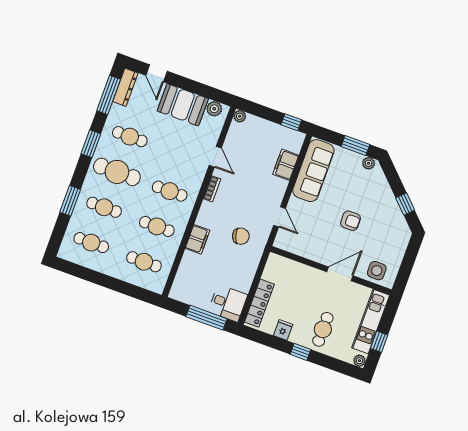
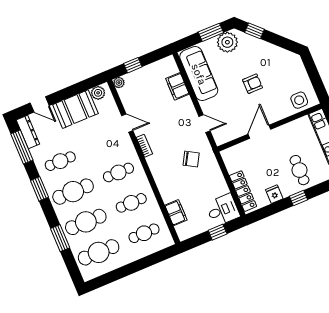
window: (291, 122) -> (133, 65), moved
plant: (369, 163) -> (227, 42), width x1.88, depth x1.88
window: (405, 204) -> (254, 31), moved
cafe table: (104, 207) -> (86, 222), width x1.37, depth x1.35
chair: (241, 236) -> (191, 159), turned 47
filing cabinet: (198, 239) -> (176, 213), moved
cafe table: (91, 243) -> (99, 252), width x1.37, depth x1.35
door: (340, 274) -> (259, 132), moved
window: (206, 318) -> (218, 232), width x0.46

